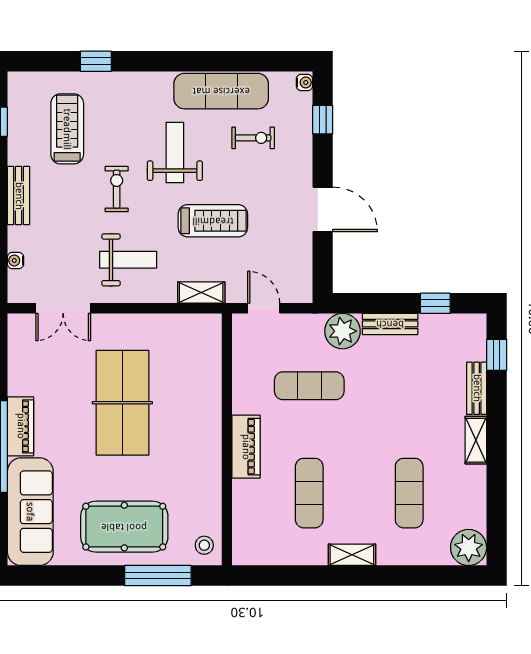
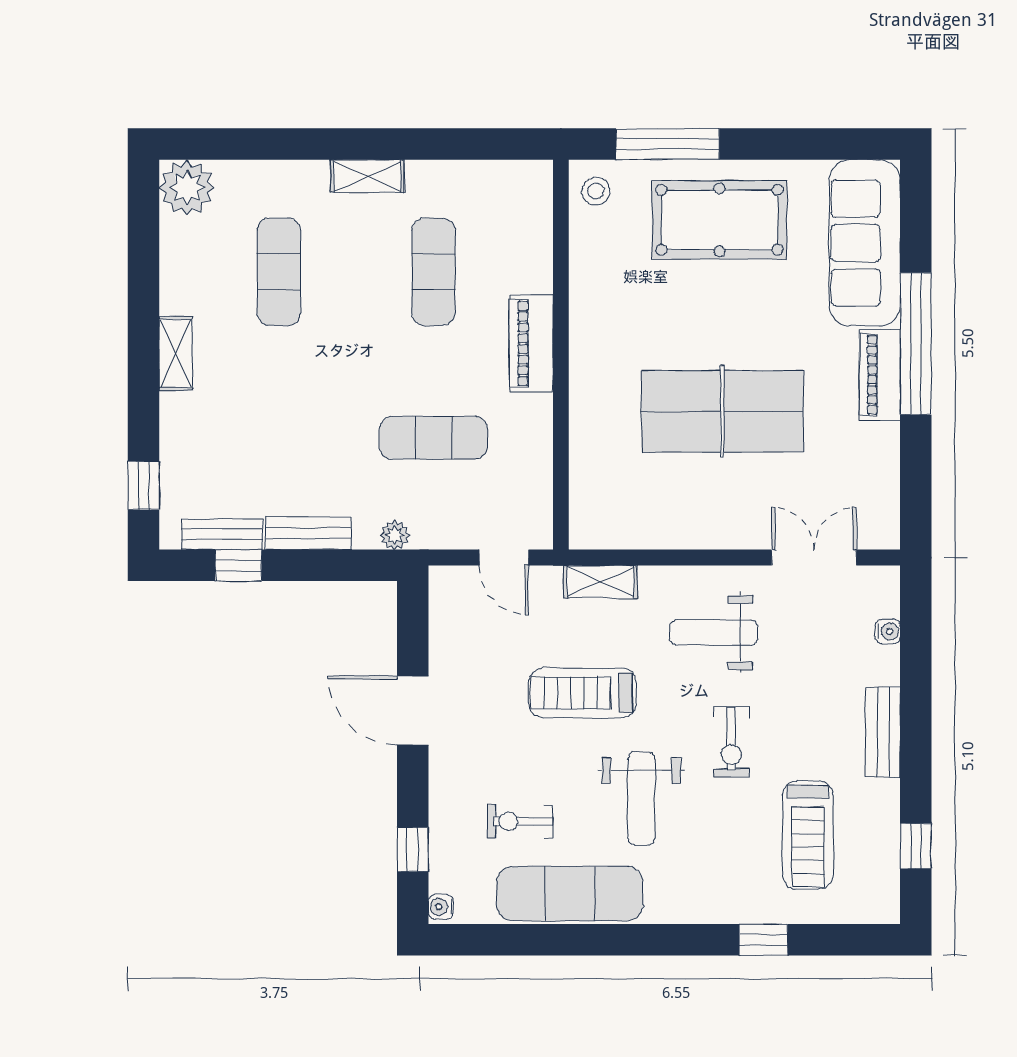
plant: (342, 331) -> (395, 535), width x0.53, depth x0.53
bench: (477, 388) -> (222, 534), moved, turned 90
table tennis table: (122, 403) -> (722, 411), turned 90

